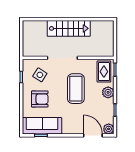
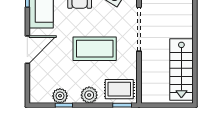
stairs: (69, 28) -> (181, 70), moved
plant: (109, 129) -> (60, 96), moved
door: (93, 135) -> (27, 50), moved

